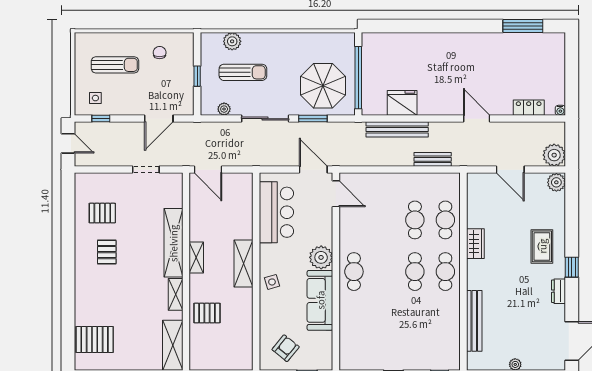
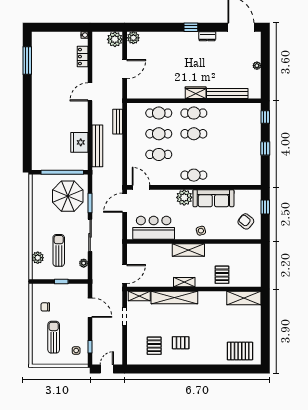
door: (336, 194) -> (141, 187), hinge flipped
cafe table: (384, 220) -> (159, 154), added
wardrobe: (475, 244) -> (196, 93), moved
rug: (542, 246) -> (177, 48), removed
shelving: (176, 294) -> (139, 296), moved
pallet: (95, 339) -> (240, 351), turned 90

